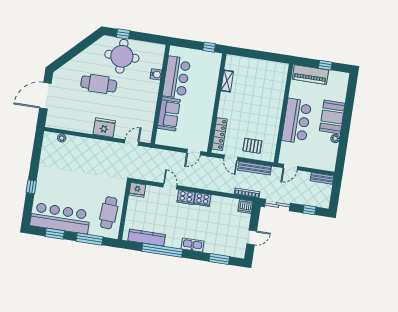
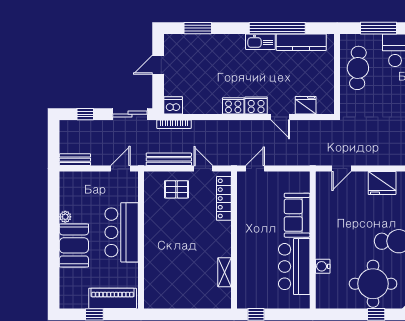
fridge: (137, 190) -> (306, 105), moved
kitchen sink: (192, 245) -> (260, 42), moved

